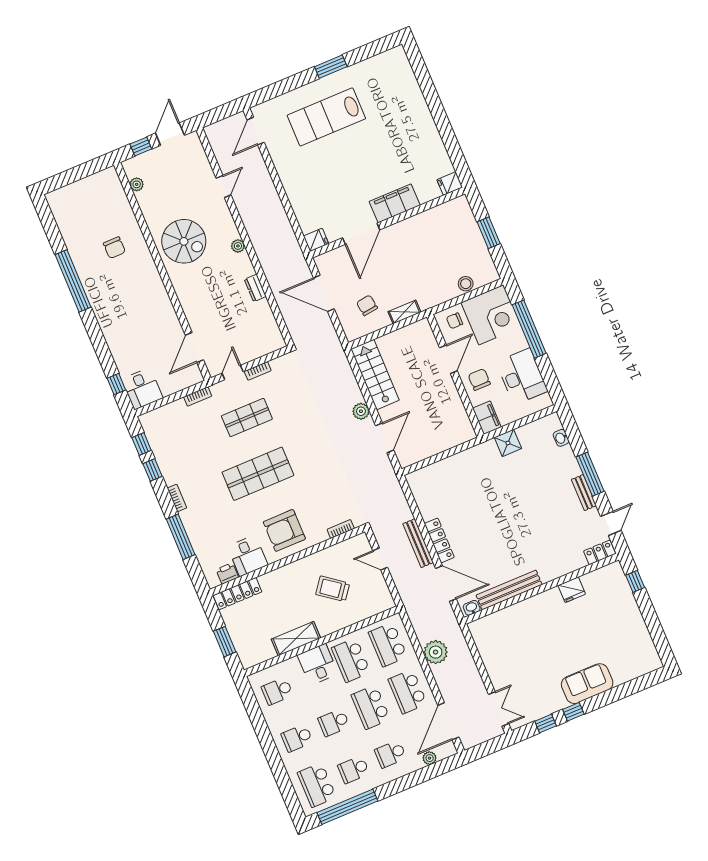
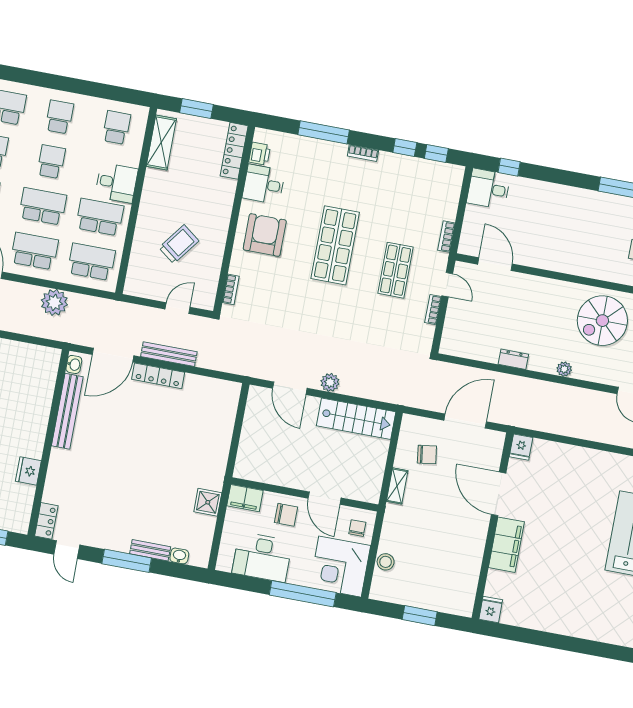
bench: (584, 493) -> (150, 550), moved
shelving: (296, 639) -> (161, 142), moved

